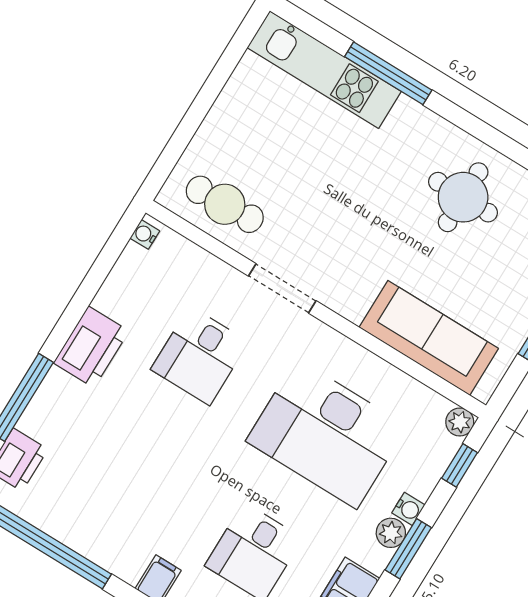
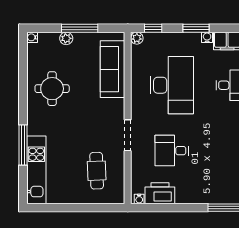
cafe table: (225, 204) -> (97, 171), moved
printer: (91, 347) -> (160, 193), moved
desk: (200, 356) -> (172, 151), turned 180
water cooler: (408, 509) -> (207, 37), moved
plant: (391, 533) -> (194, 38), removed

